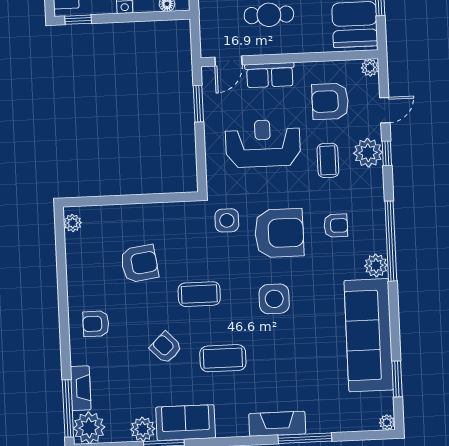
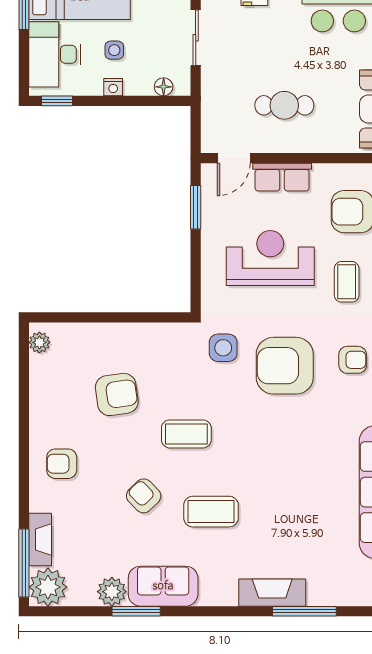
armchair: (279, 233) -> (285, 366), turned 180
side table: (274, 299) -> (275, 444), removed

